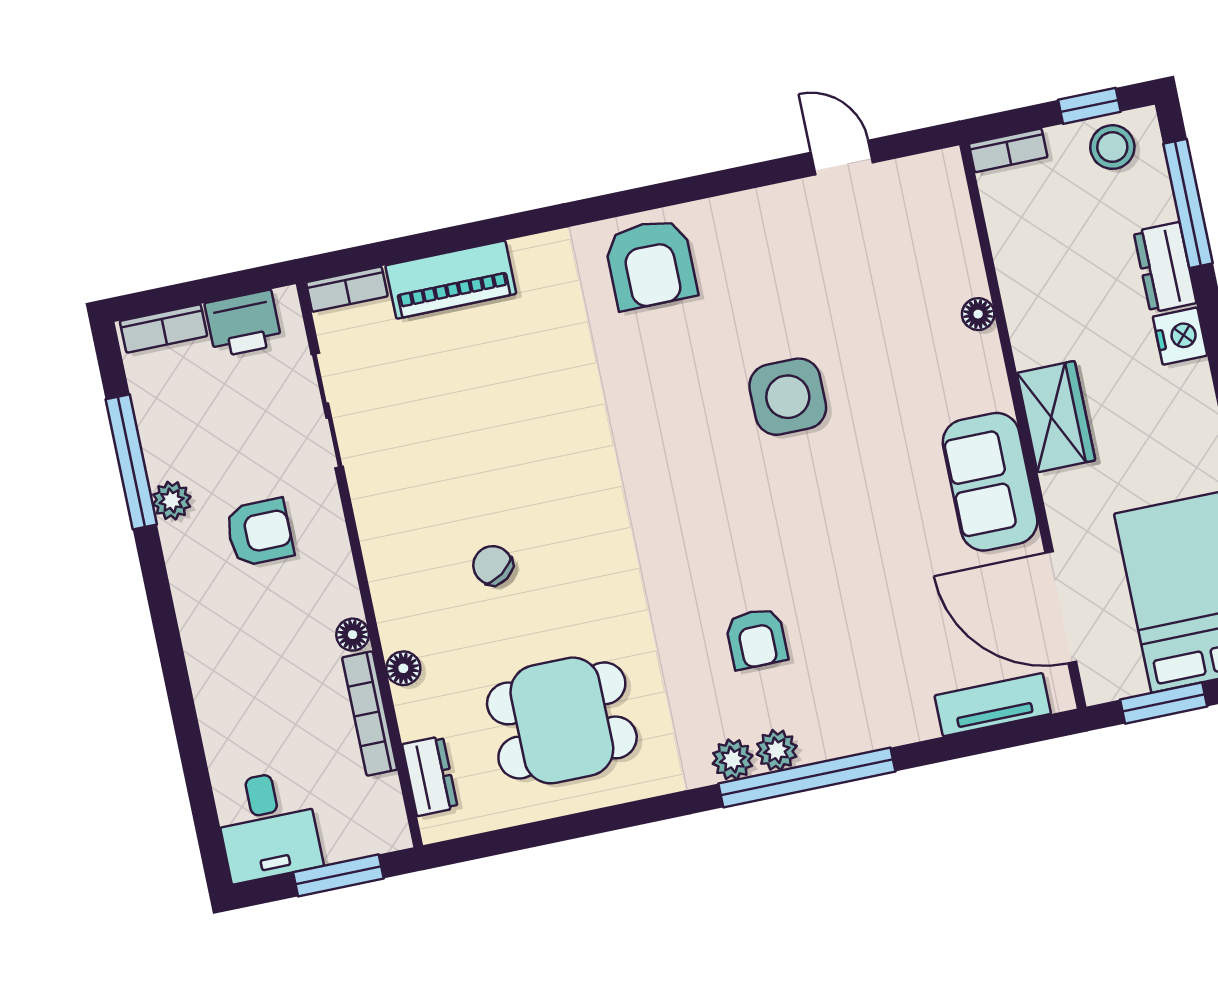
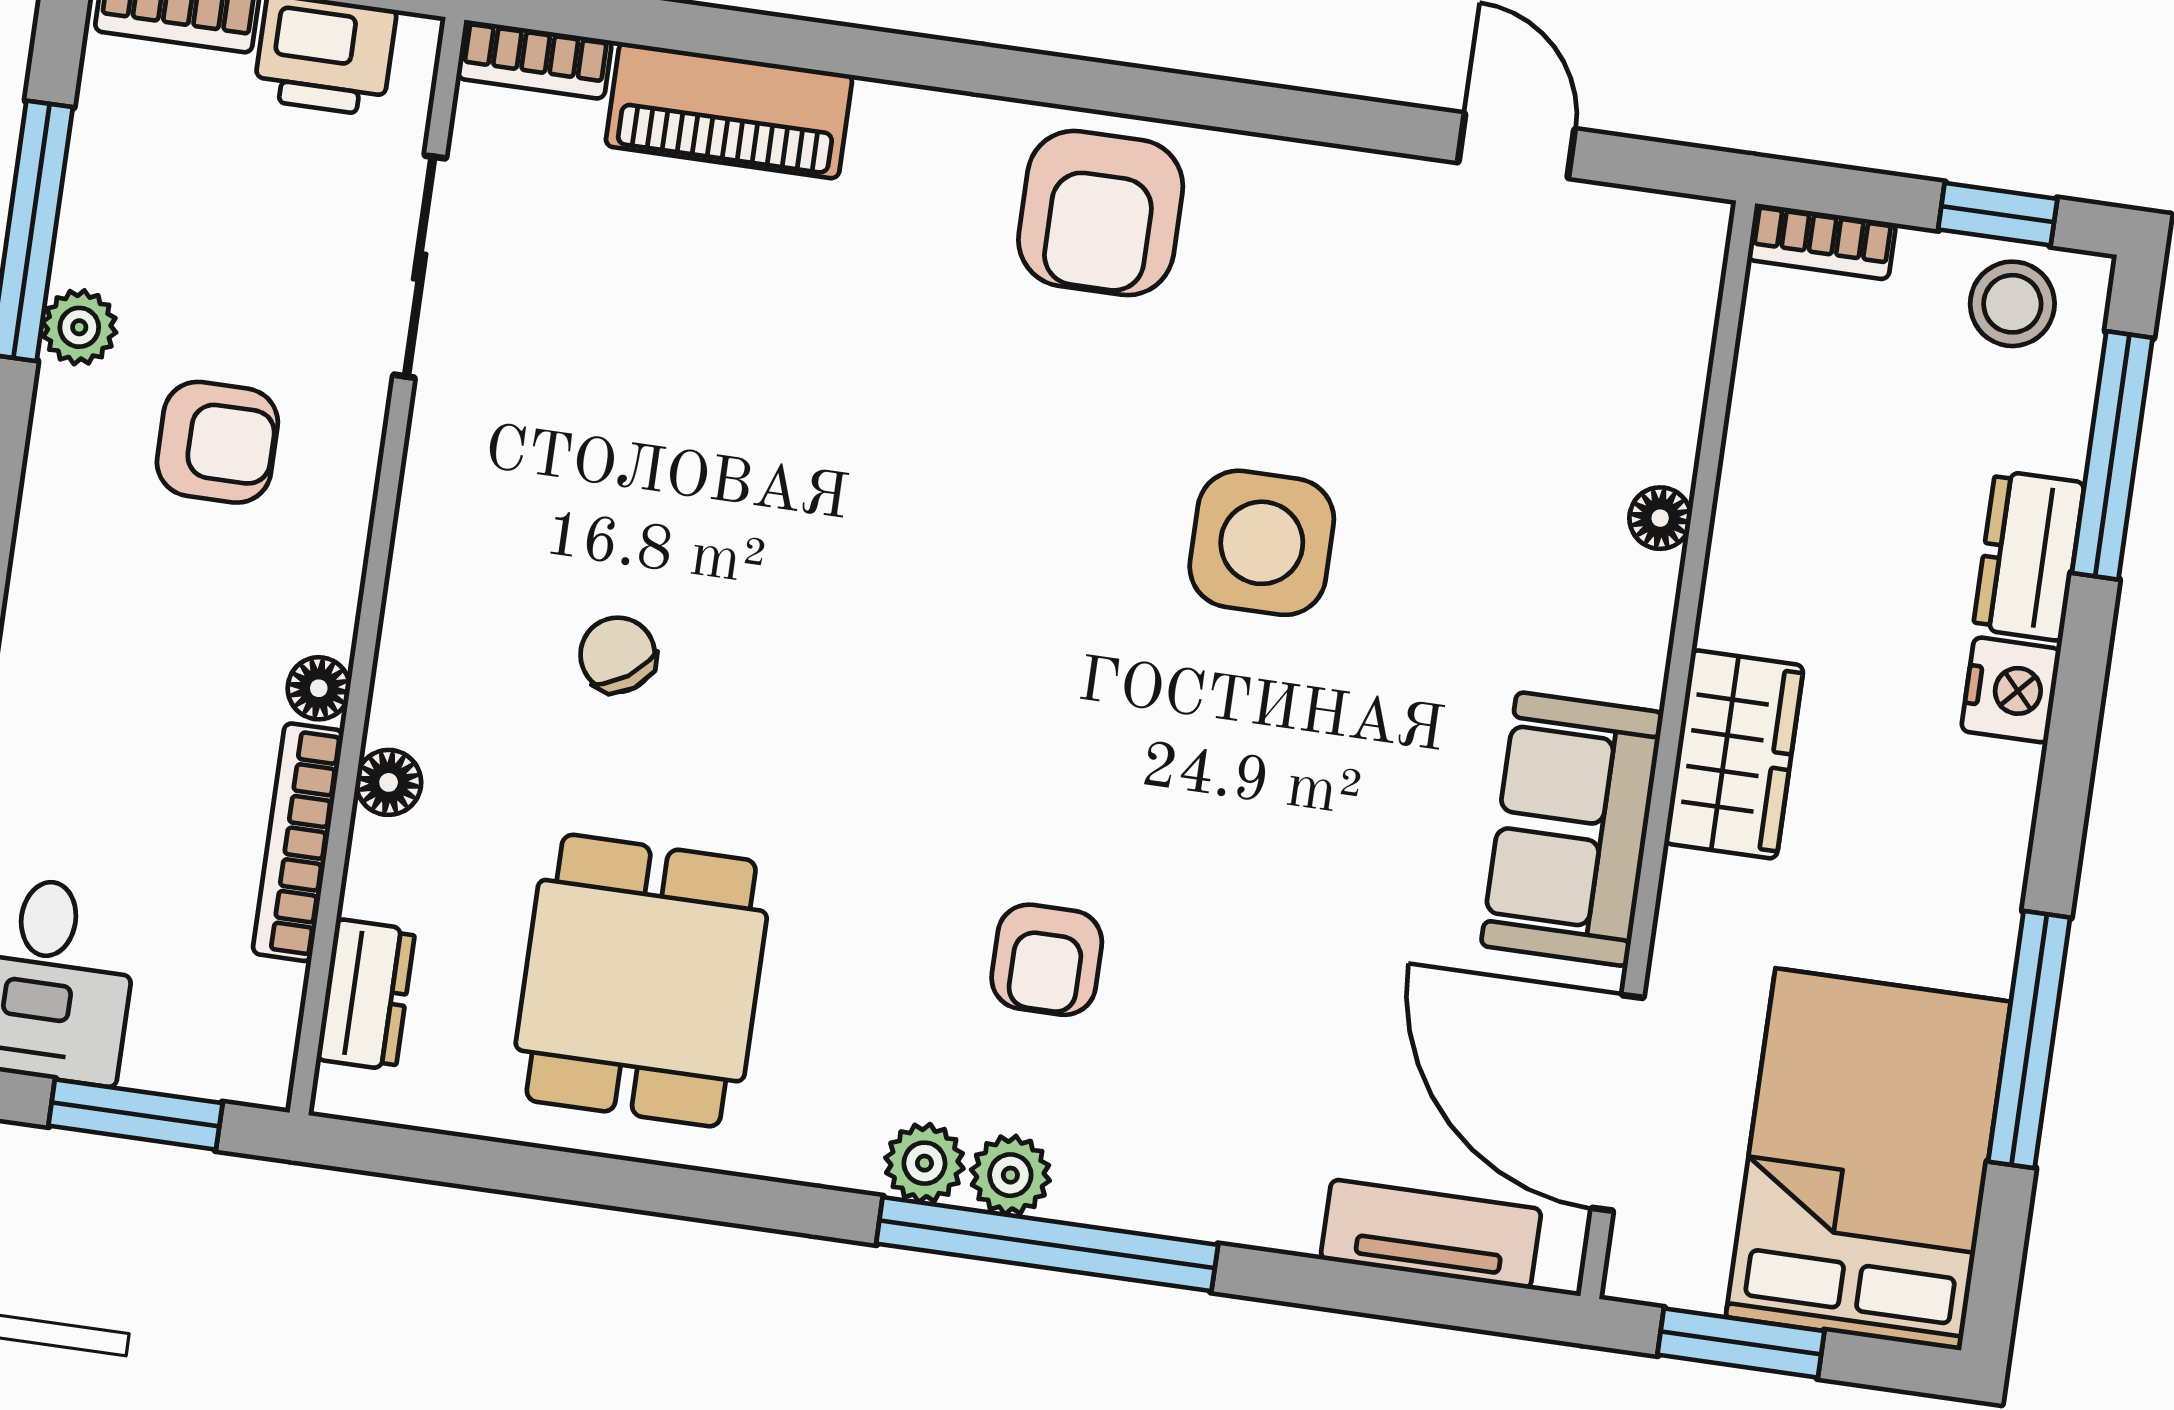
dining table: (562, 720) -> (641, 981), turned 90

